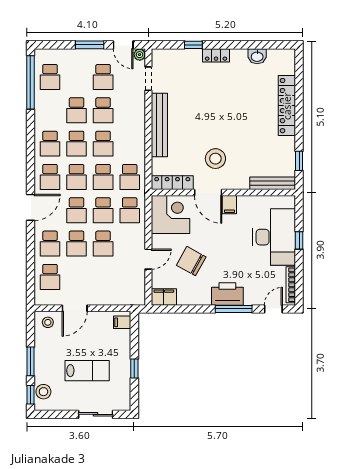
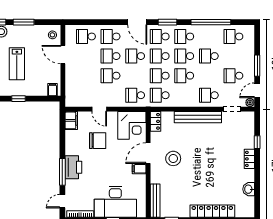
window: (30, 82) -> (211, 22), moved
school desk: (103, 110) -> (209, 95), moved
window: (30, 166) -> (168, 22), added
locker: (172, 183) -> (155, 121), width x0.66
school desk: (103, 210) -> (135, 76), removed
chair: (191, 261) -> (98, 141), turned 61
door: (273, 309) -> (62, 201), swing flipped

